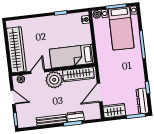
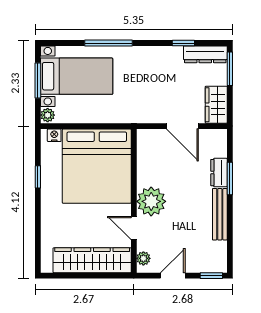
bed: (72, 56) -> (97, 166), width x2.04
wardrobe: (78, 74) -> (147, 159), removed

